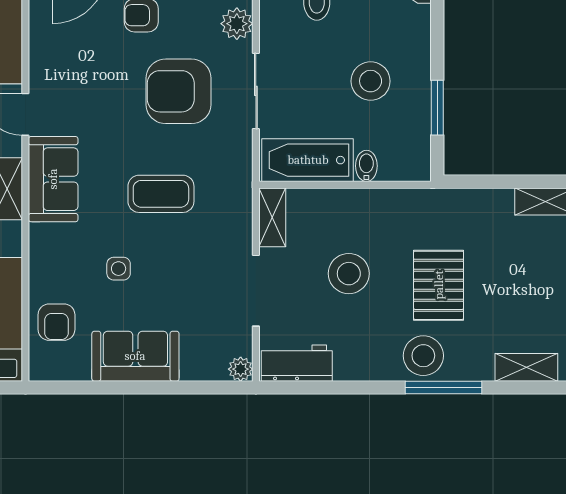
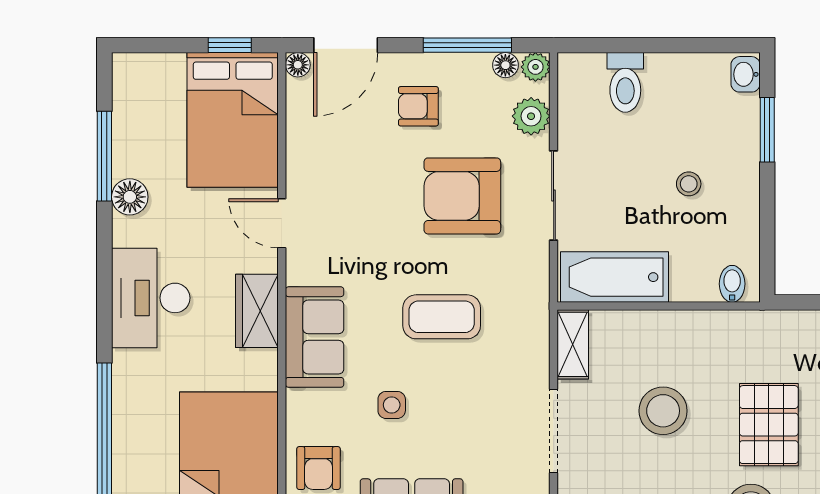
stool: (371, 81) -> (689, 184), width x0.53, depth x0.53
window: (437, 108) -> (767, 130), moved
bidet: (366, 166) -> (732, 284), moved
sofa: (53, 179) -> (315, 337), moved

